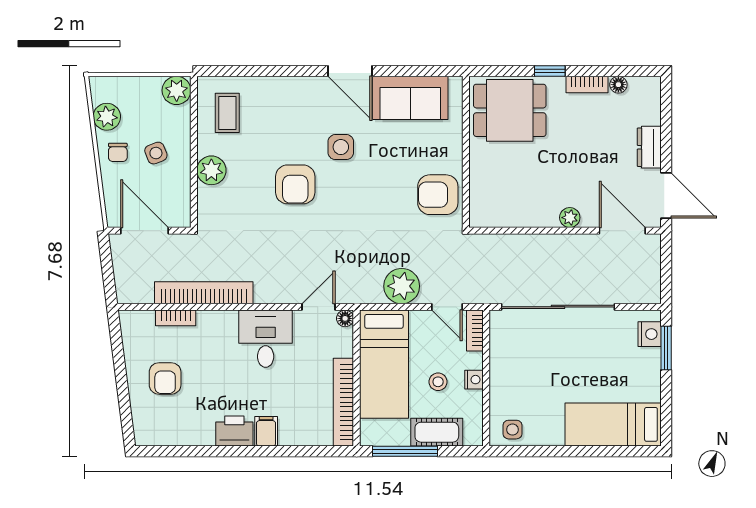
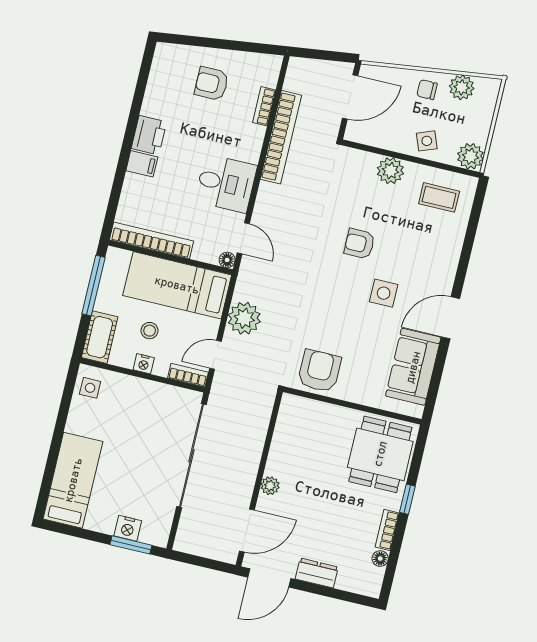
side table: (156, 153) -> (427, 141), moved
armchair: (295, 184) -> (359, 244), width x0.72, depth x0.72
nightstand: (650, 334) -> (128, 528), moved
cot: (437, 432) -> (100, 337), moved

